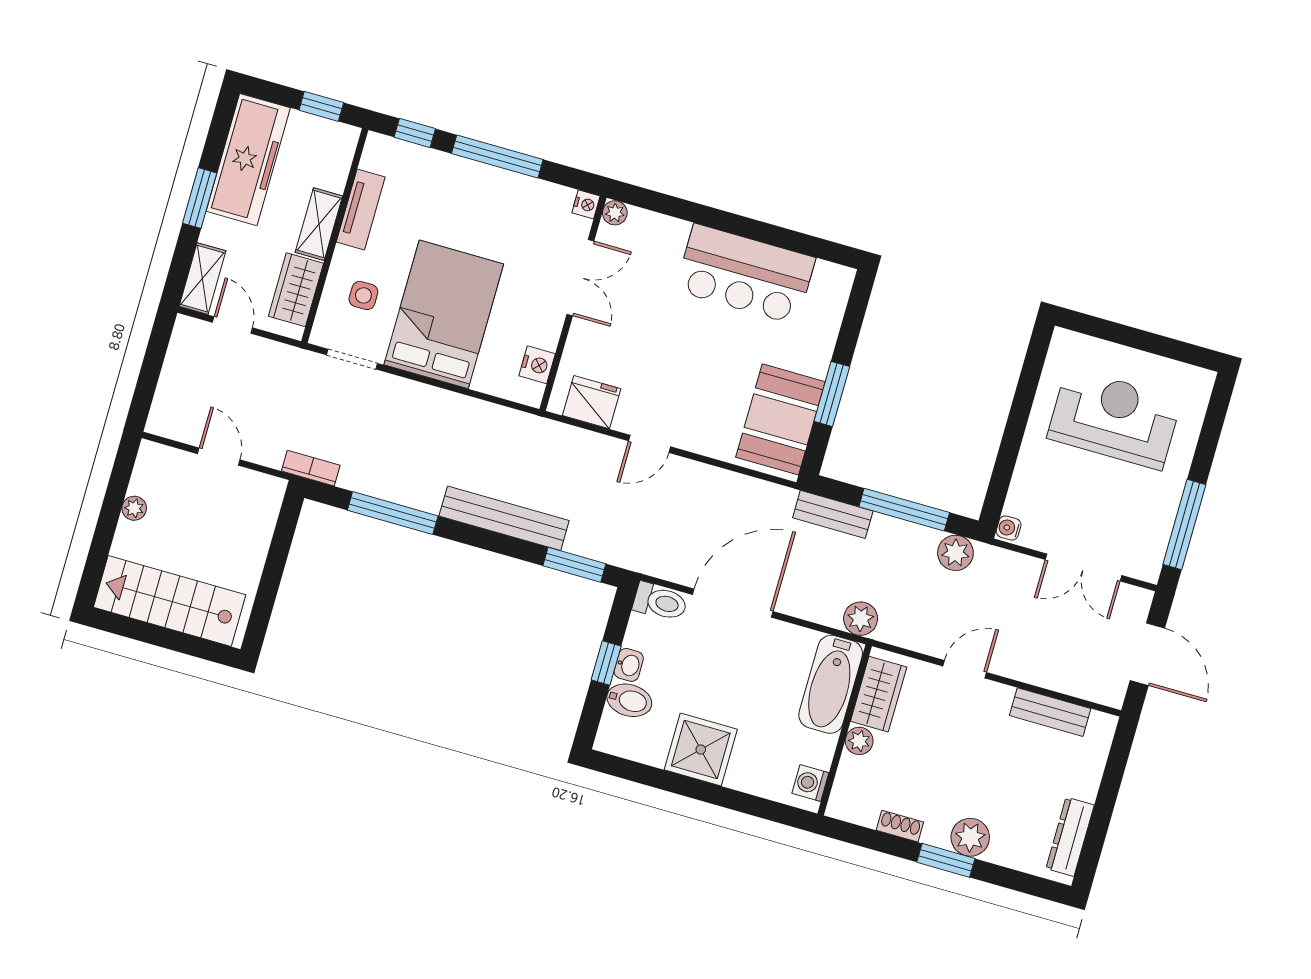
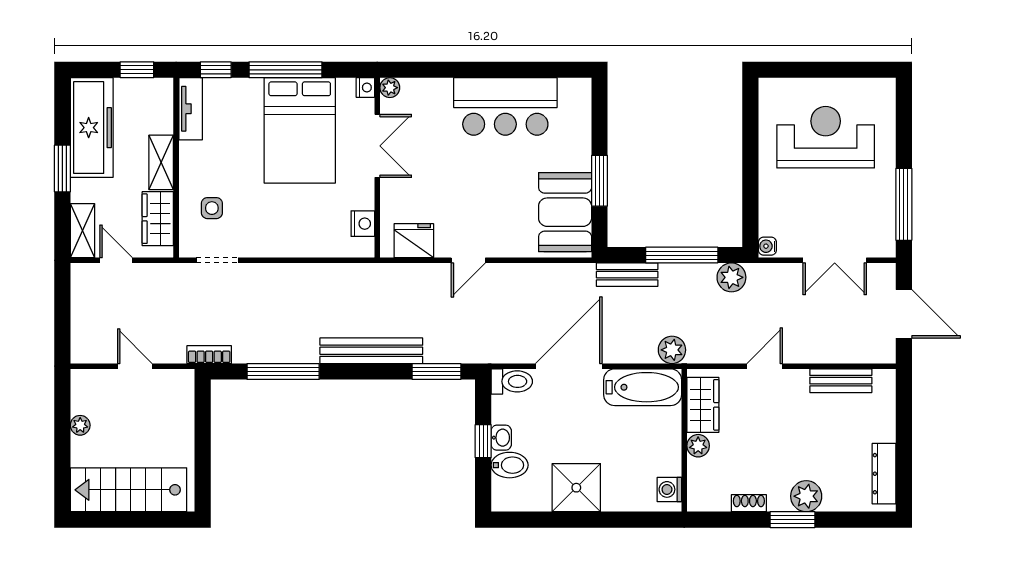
tv unit: (361, 210) -> (191, 109), moved
bed: (444, 314) -> (300, 130), moved, turned 180
bathtub: (831, 684) -> (643, 387), moved, turned -90

